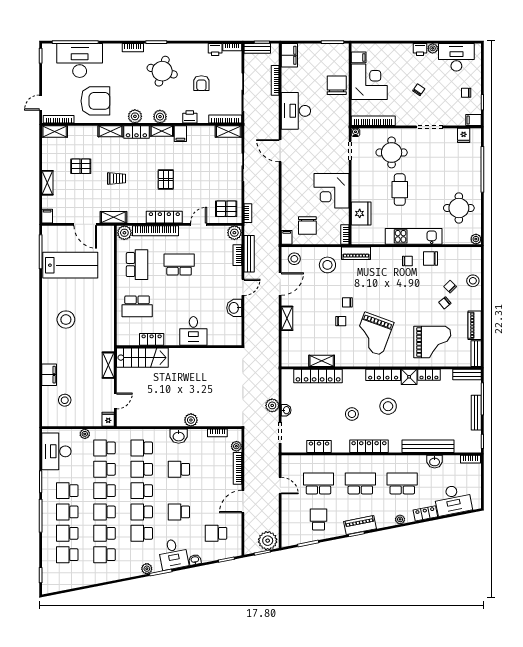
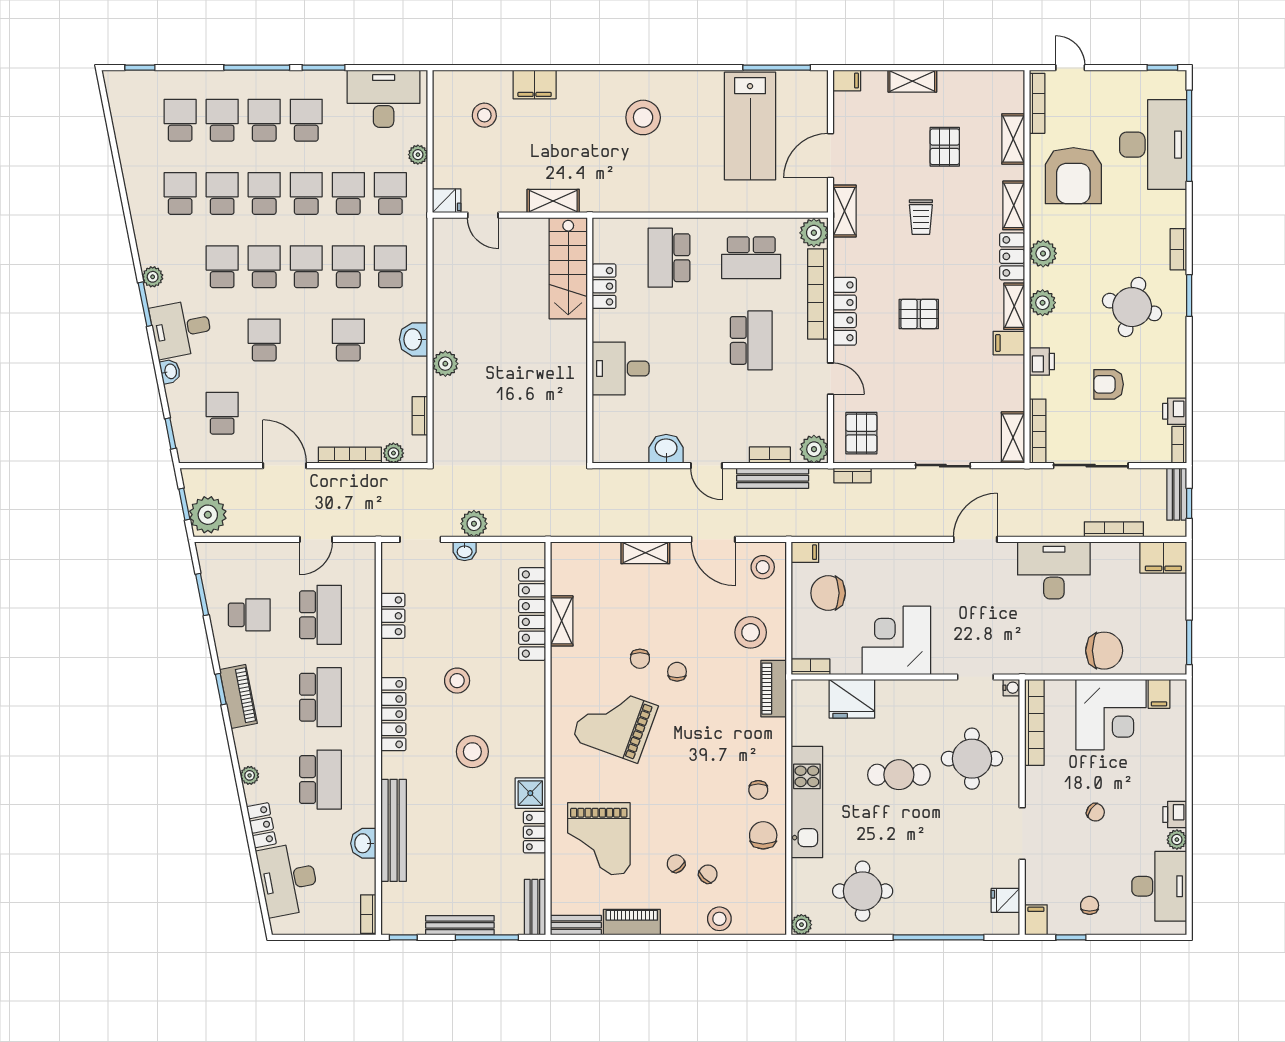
shelving: (55, 131) -> (1013, 139), moved
locker: (383, 375) -> (534, 742), removed

